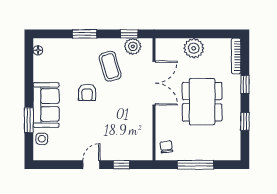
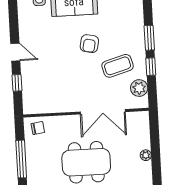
window: (129, 34) -> (151, 67), moved
plant: (194, 48) -> (146, 155), width x0.53, depth x0.53
armchair: (87, 92) -> (89, 44), turned -78

